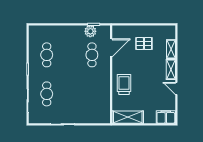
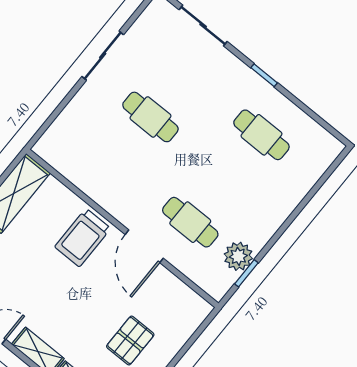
door: (111, 48) -> (144, 246), moved
trolley: (124, 84) -> (83, 238), turned 90
cafe table: (47, 94) -> (150, 117), moved

